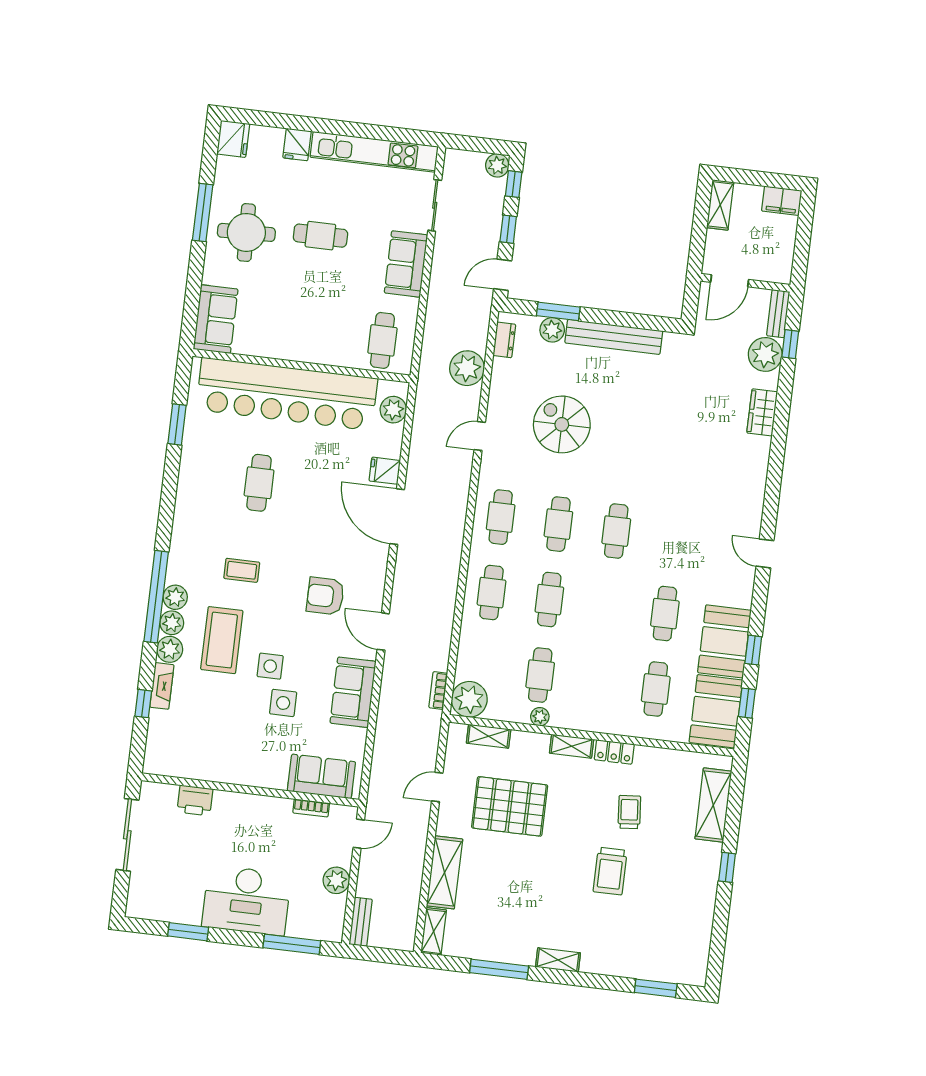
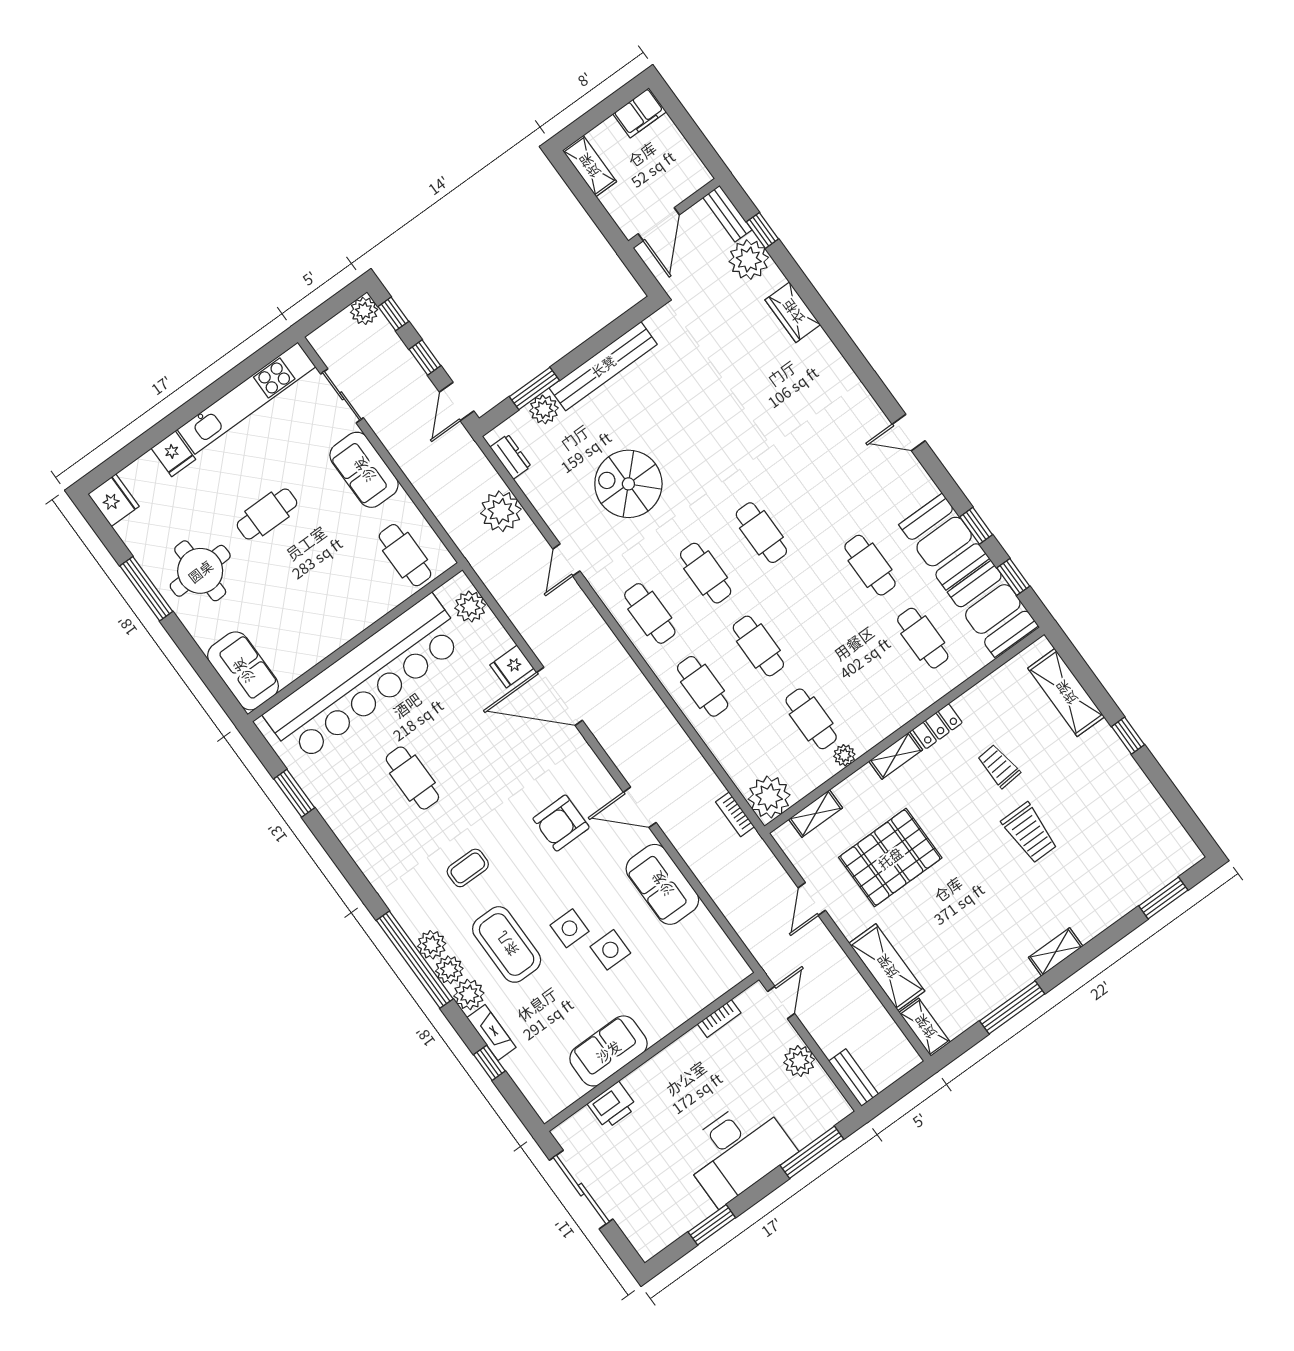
sofa: (321, 776) -> (608, 1051), moved

